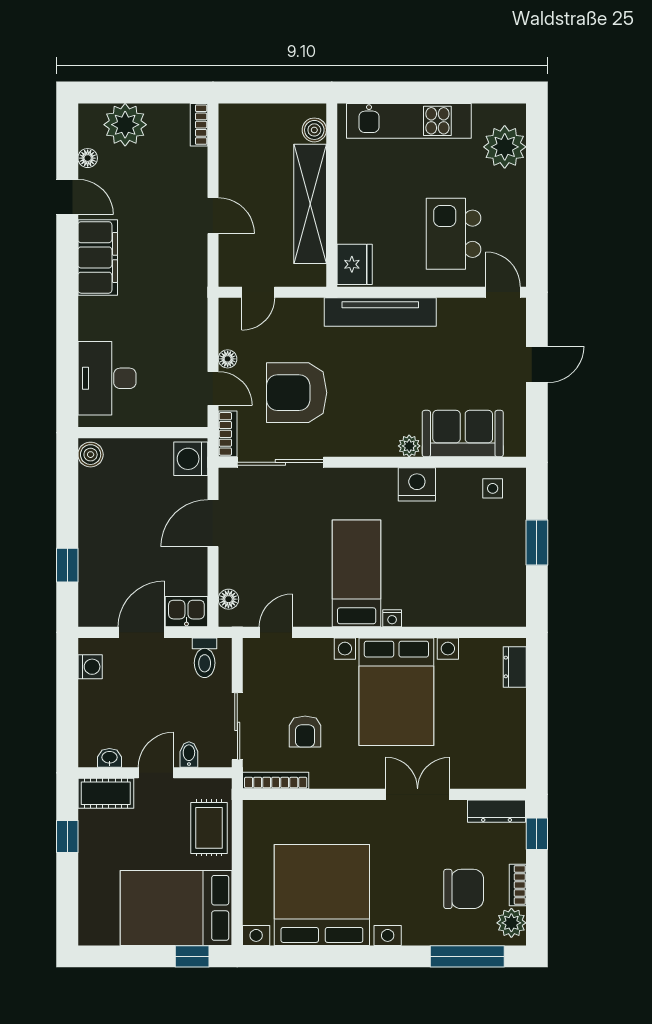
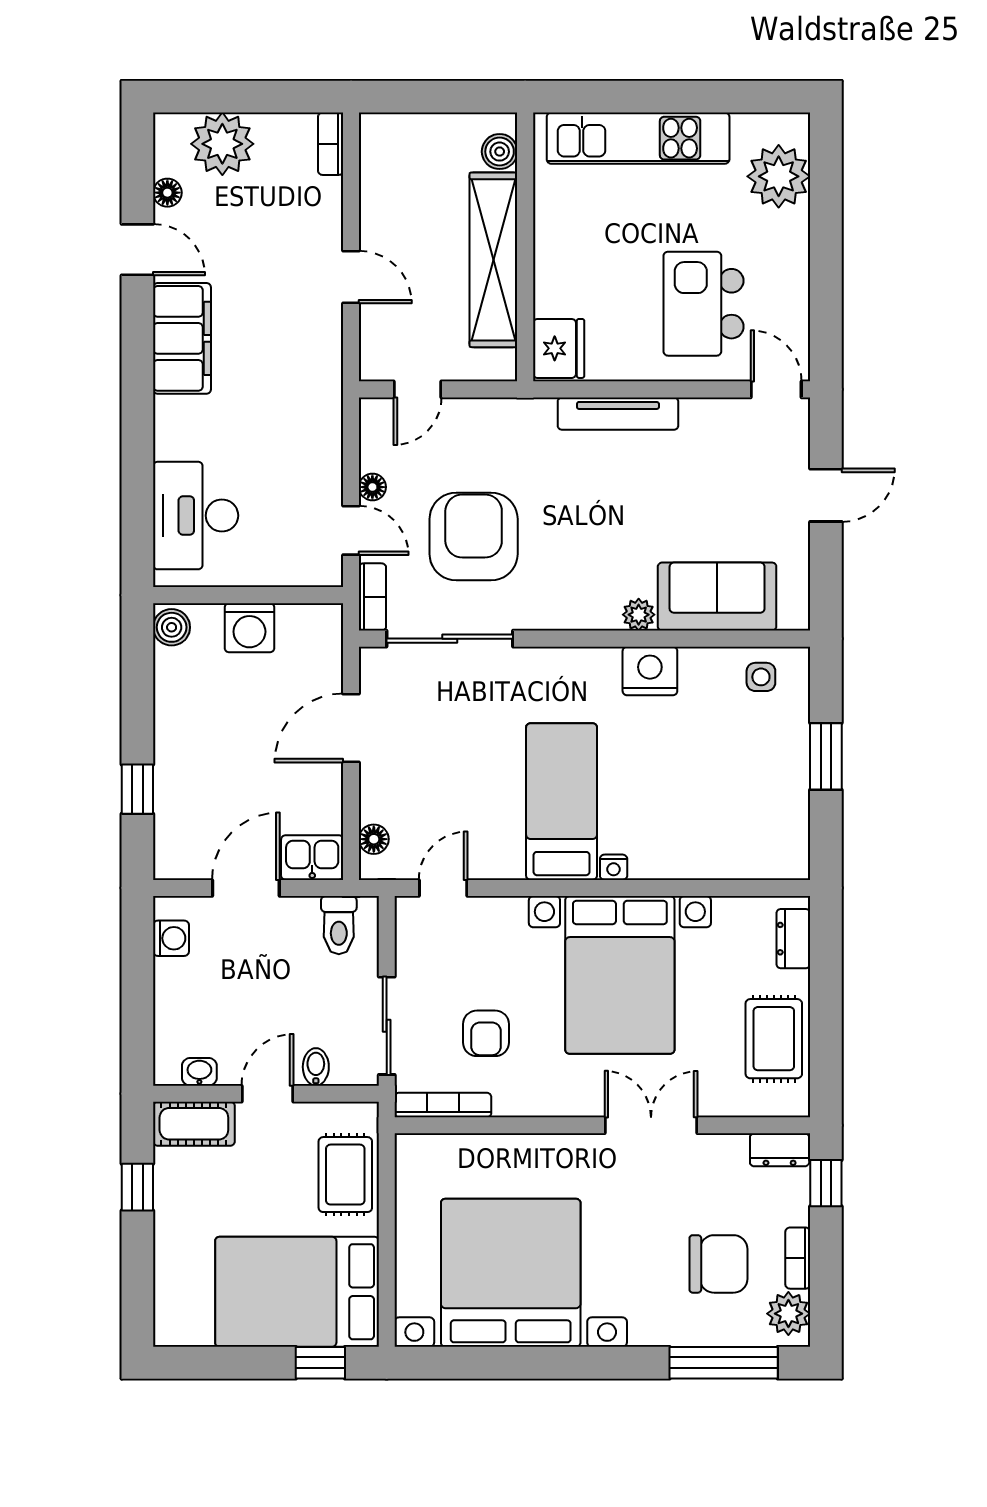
tv unit: (380, 312) -> (618, 414), width x0.73, depth x0.78
armchair: (297, 393) -> (474, 537), turned 90
washing machine: (191, 459) -> (249, 628), moved, turned -90
rug: (501, 735) -> (774, 1039), added
dresser: (497, 811) -> (780, 1150), width x0.70

